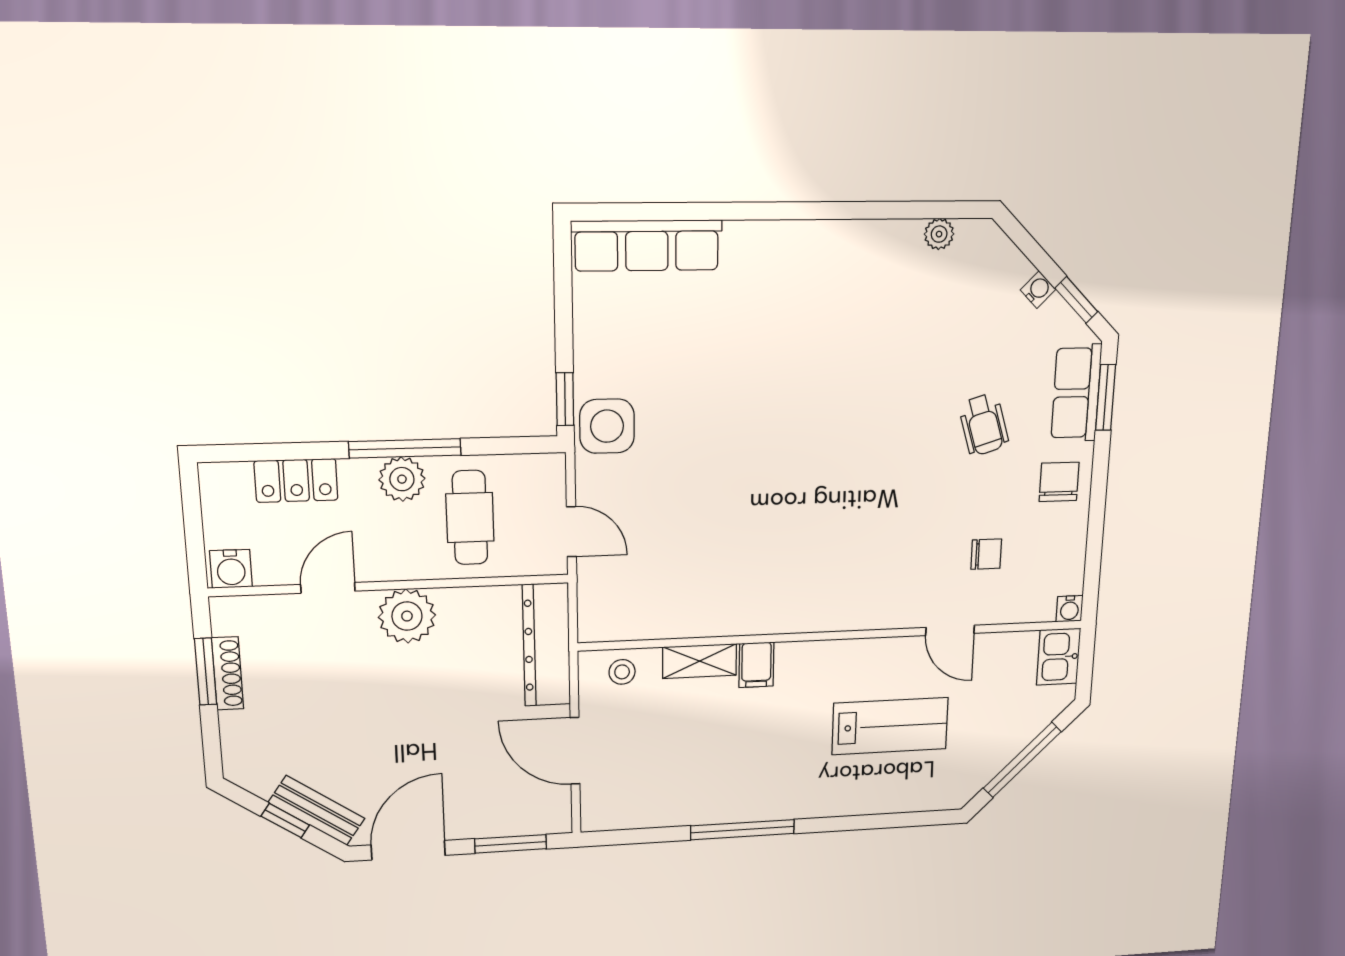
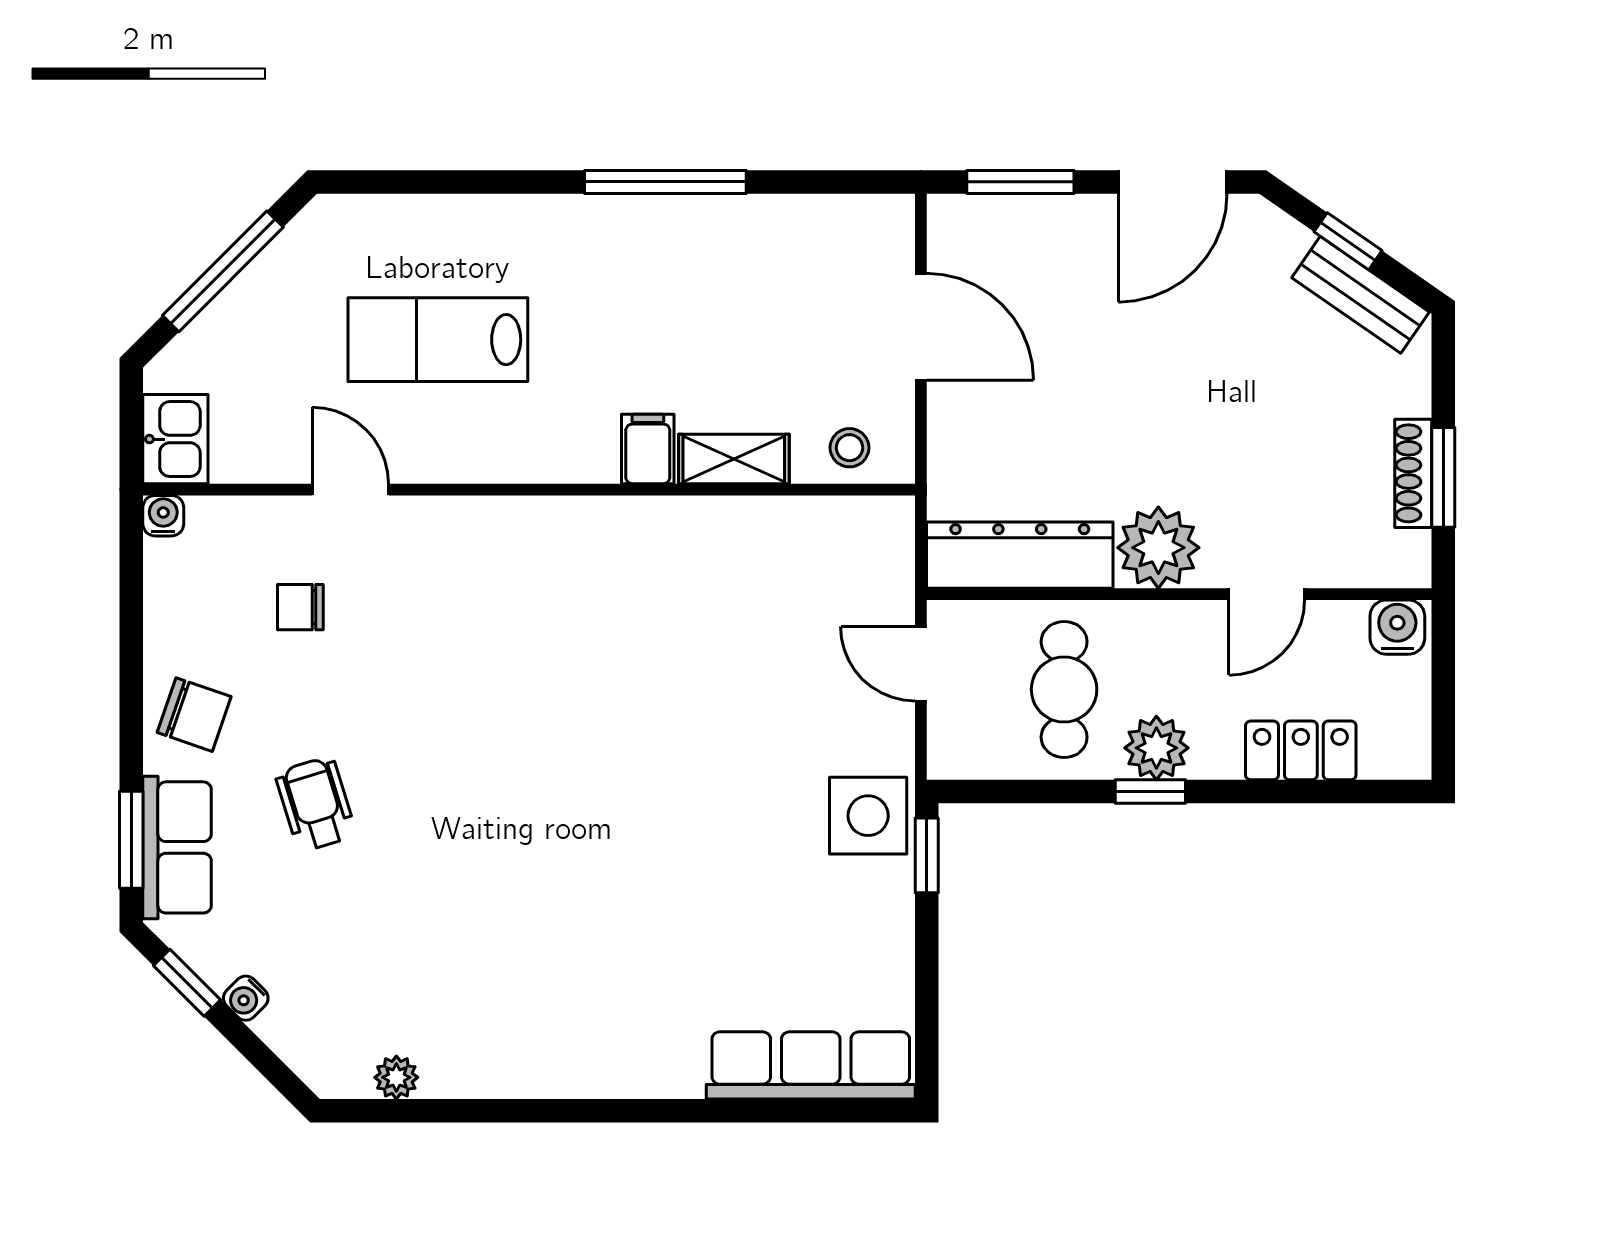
window: (405, 448) -> (1150, 791), width x0.46
chair: (1059, 482) -> (194, 715), turned -71
dresser: (547, 645) -> (1020, 555), moved, turned -90
bench: (317, 811) -> (1361, 295), moved

